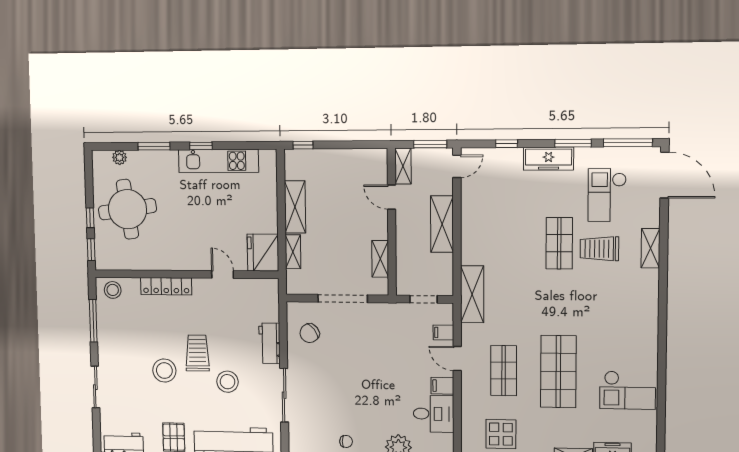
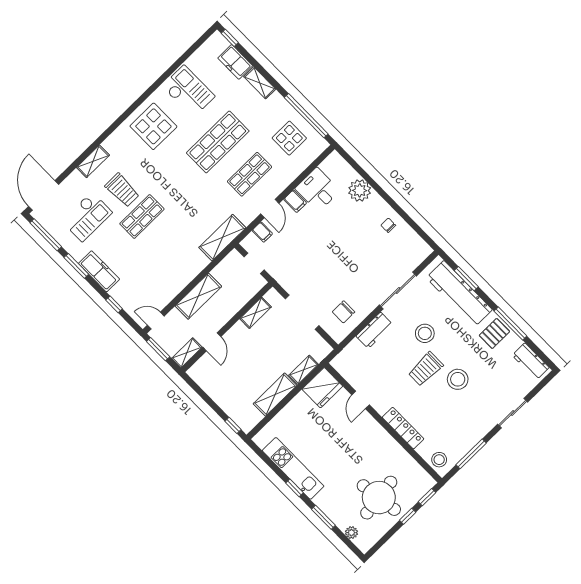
display table: (628, 331) -> (153, 126), added
chair: (310, 333) -> (344, 312), turned 128

